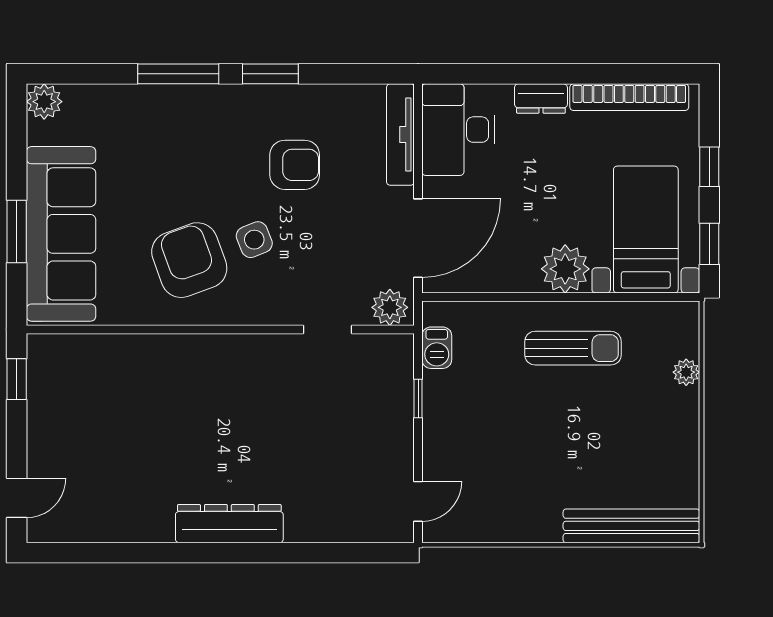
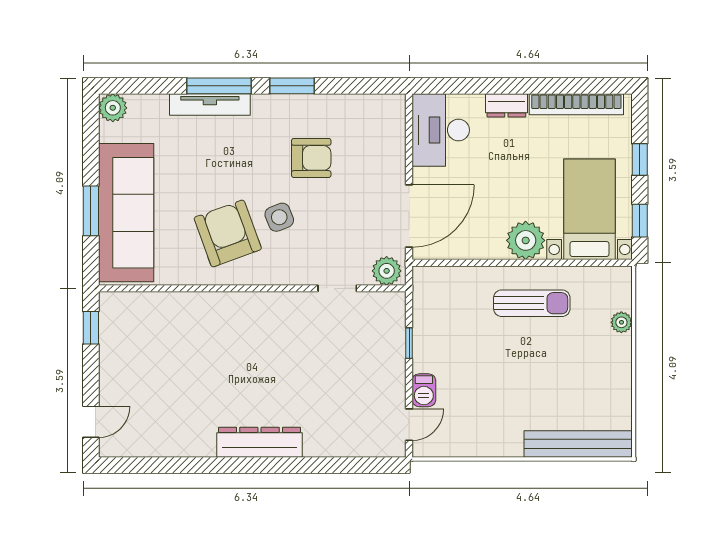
tv unit: (400, 135) -> (210, 105), moved, turned -90
barbecue: (437, 348) -> (424, 390), moved

